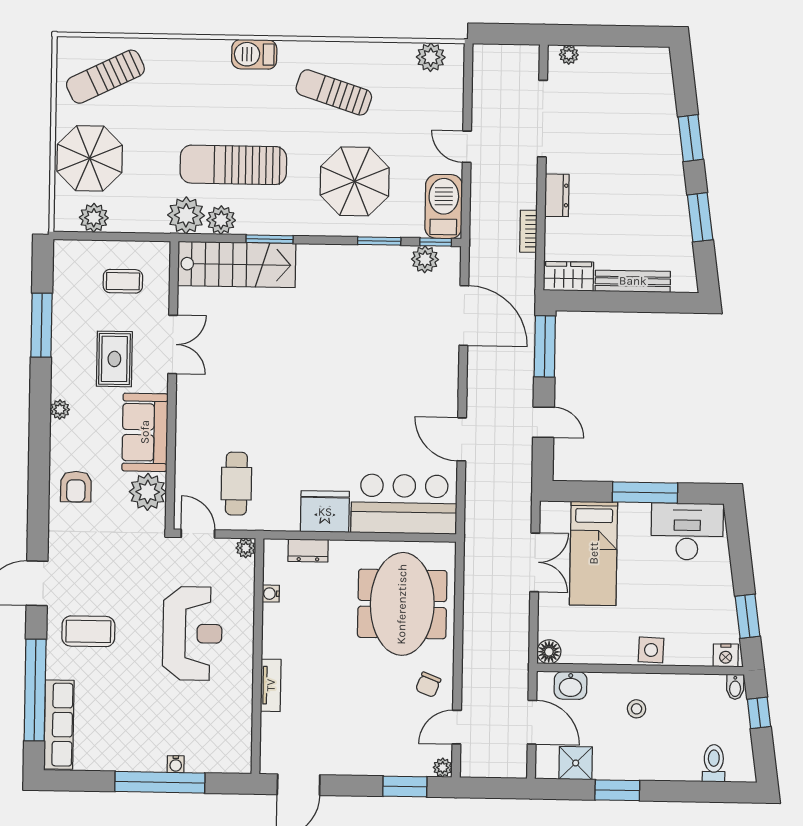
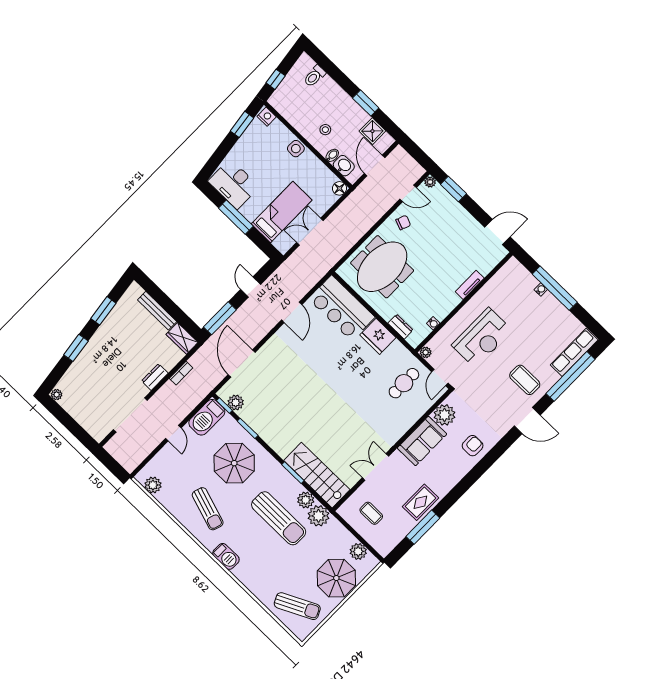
plant: (569, 55) -> (57, 395), moved
rug: (114, 359) -> (420, 502), moved
plant: (60, 409) -> (449, 484), removed
reception desk: (192, 633) -> (482, 338), turned 180
bidet: (735, 687) -> (332, 155), moved

